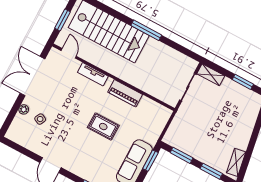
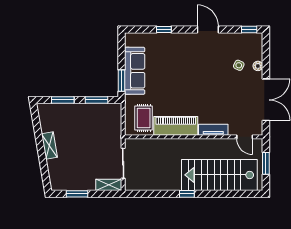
window: (146, 30) -> (187, 194), width x0.46
piano: (125, 93) -> (176, 126), width x1.37, depth x1.33
rug: (103, 127) -> (144, 118), moved, turned 90
window: (14, 146) -> (249, 29), added
shelving: (236, 162) -> (49, 146), moved

